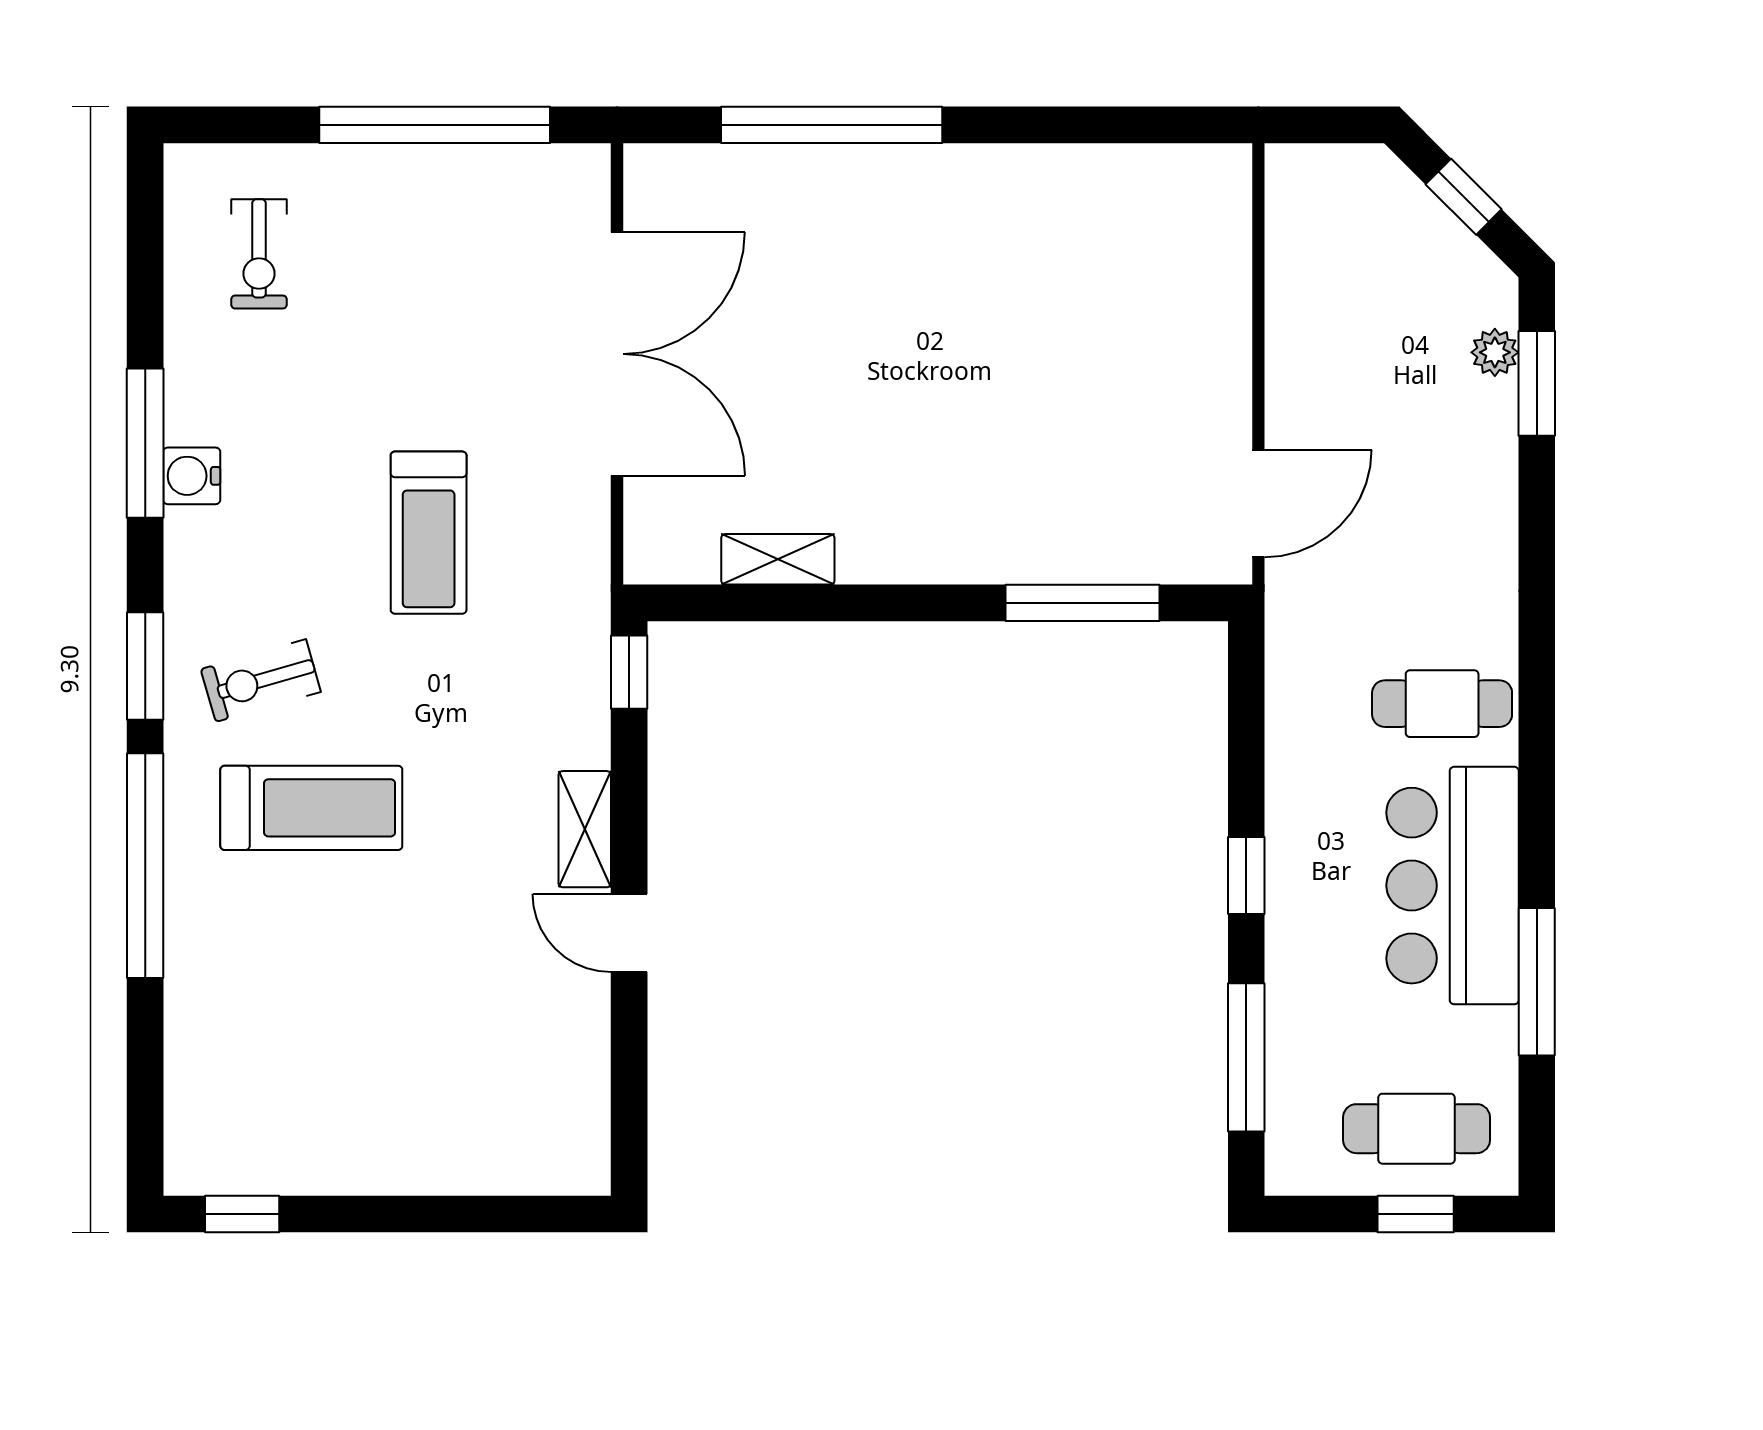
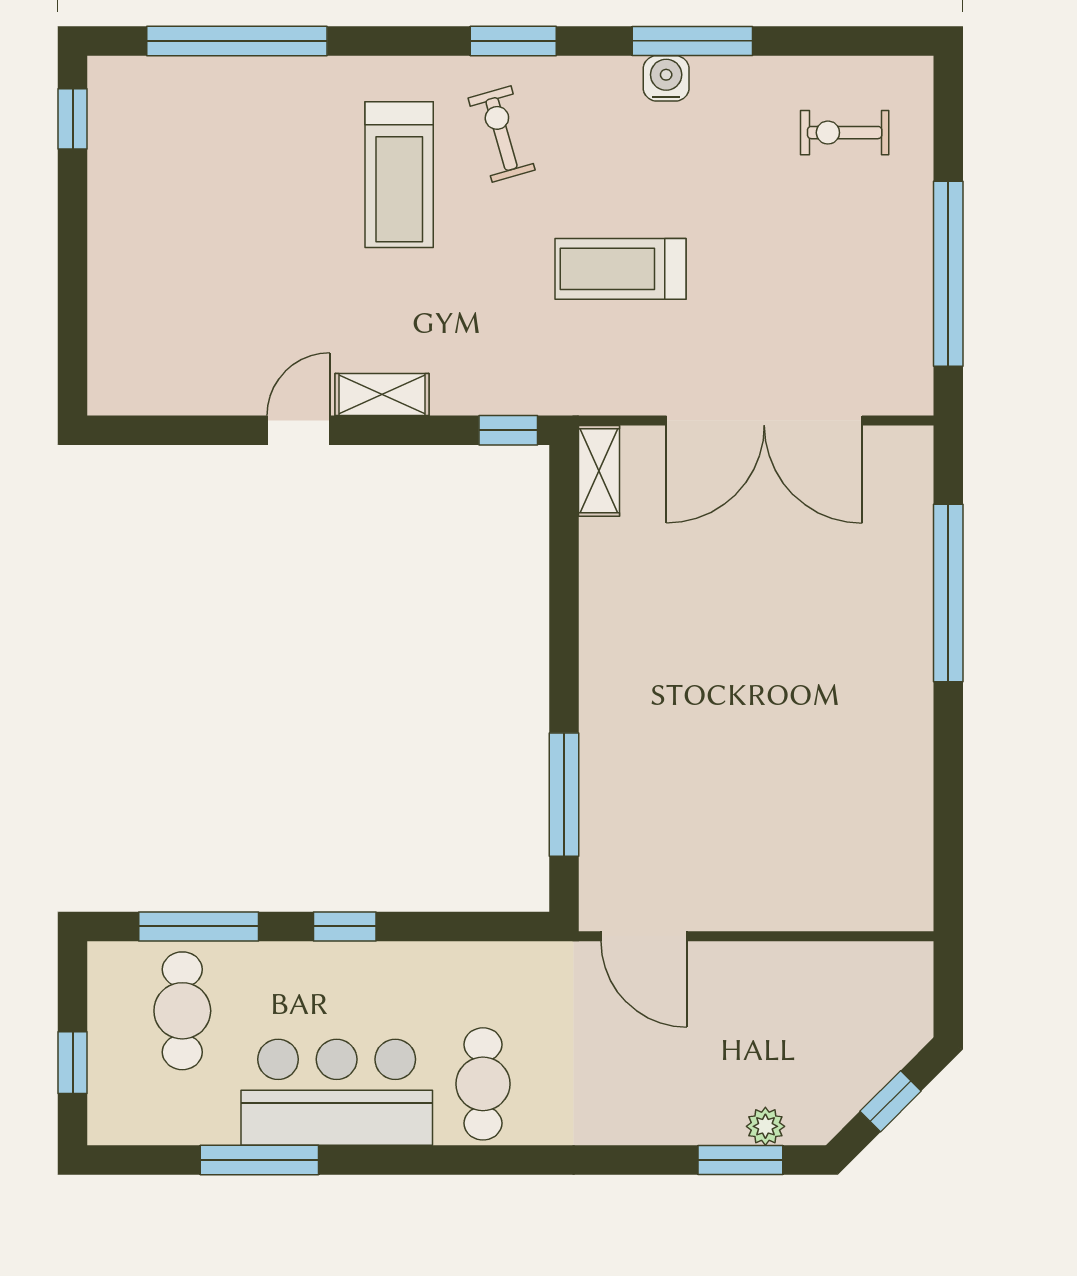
shelving: (778, 559) -> (599, 471), moved
window: (145, 866) -> (237, 41), moved
cafe table: (1417, 1129) -> (182, 1011), moved

